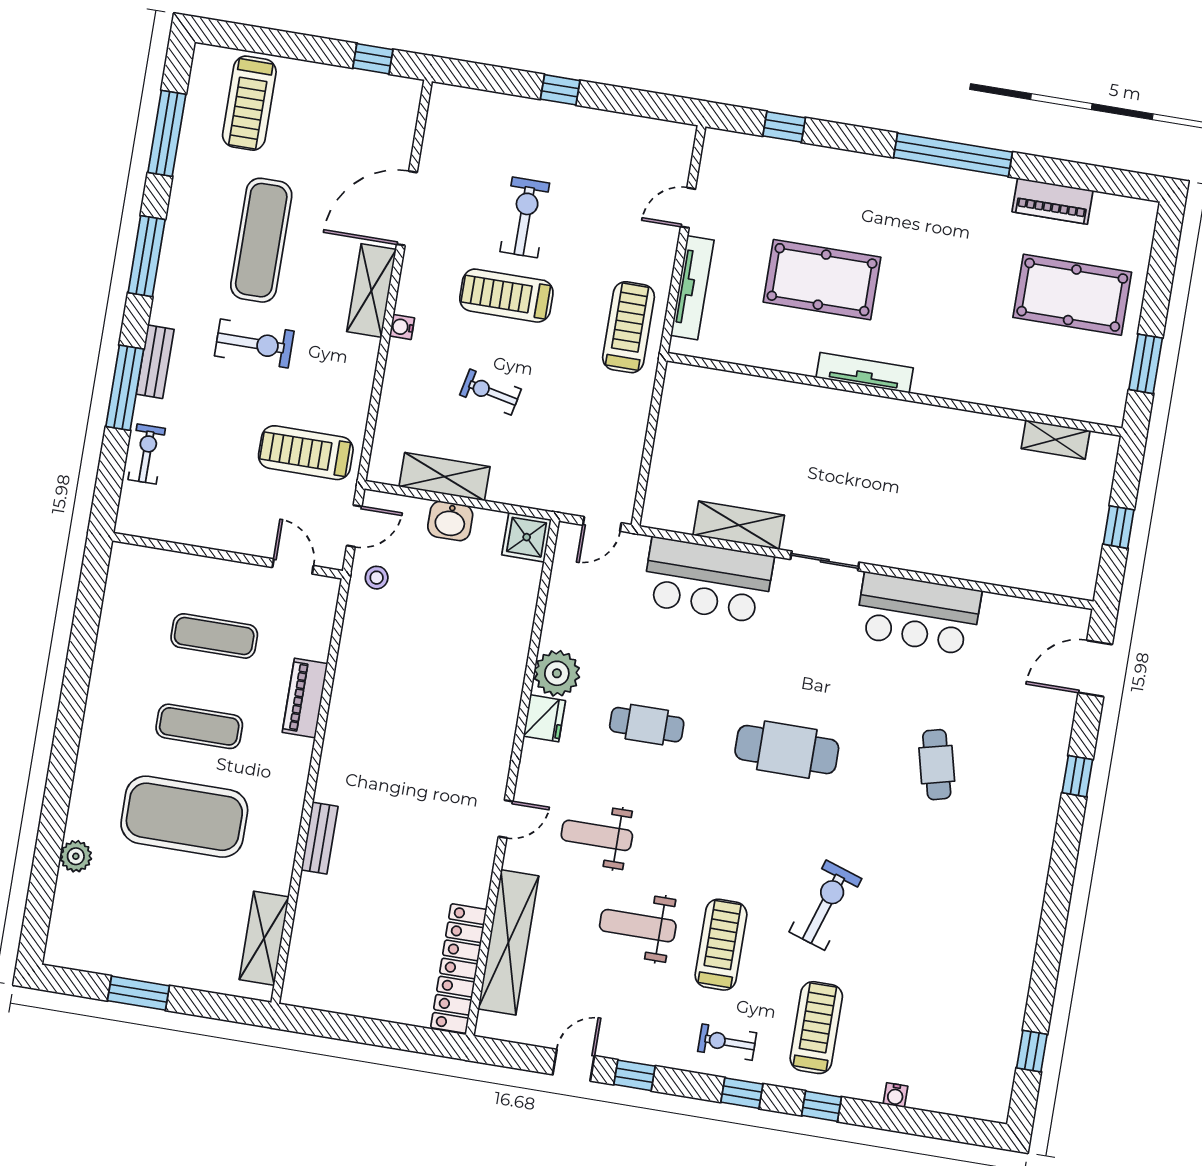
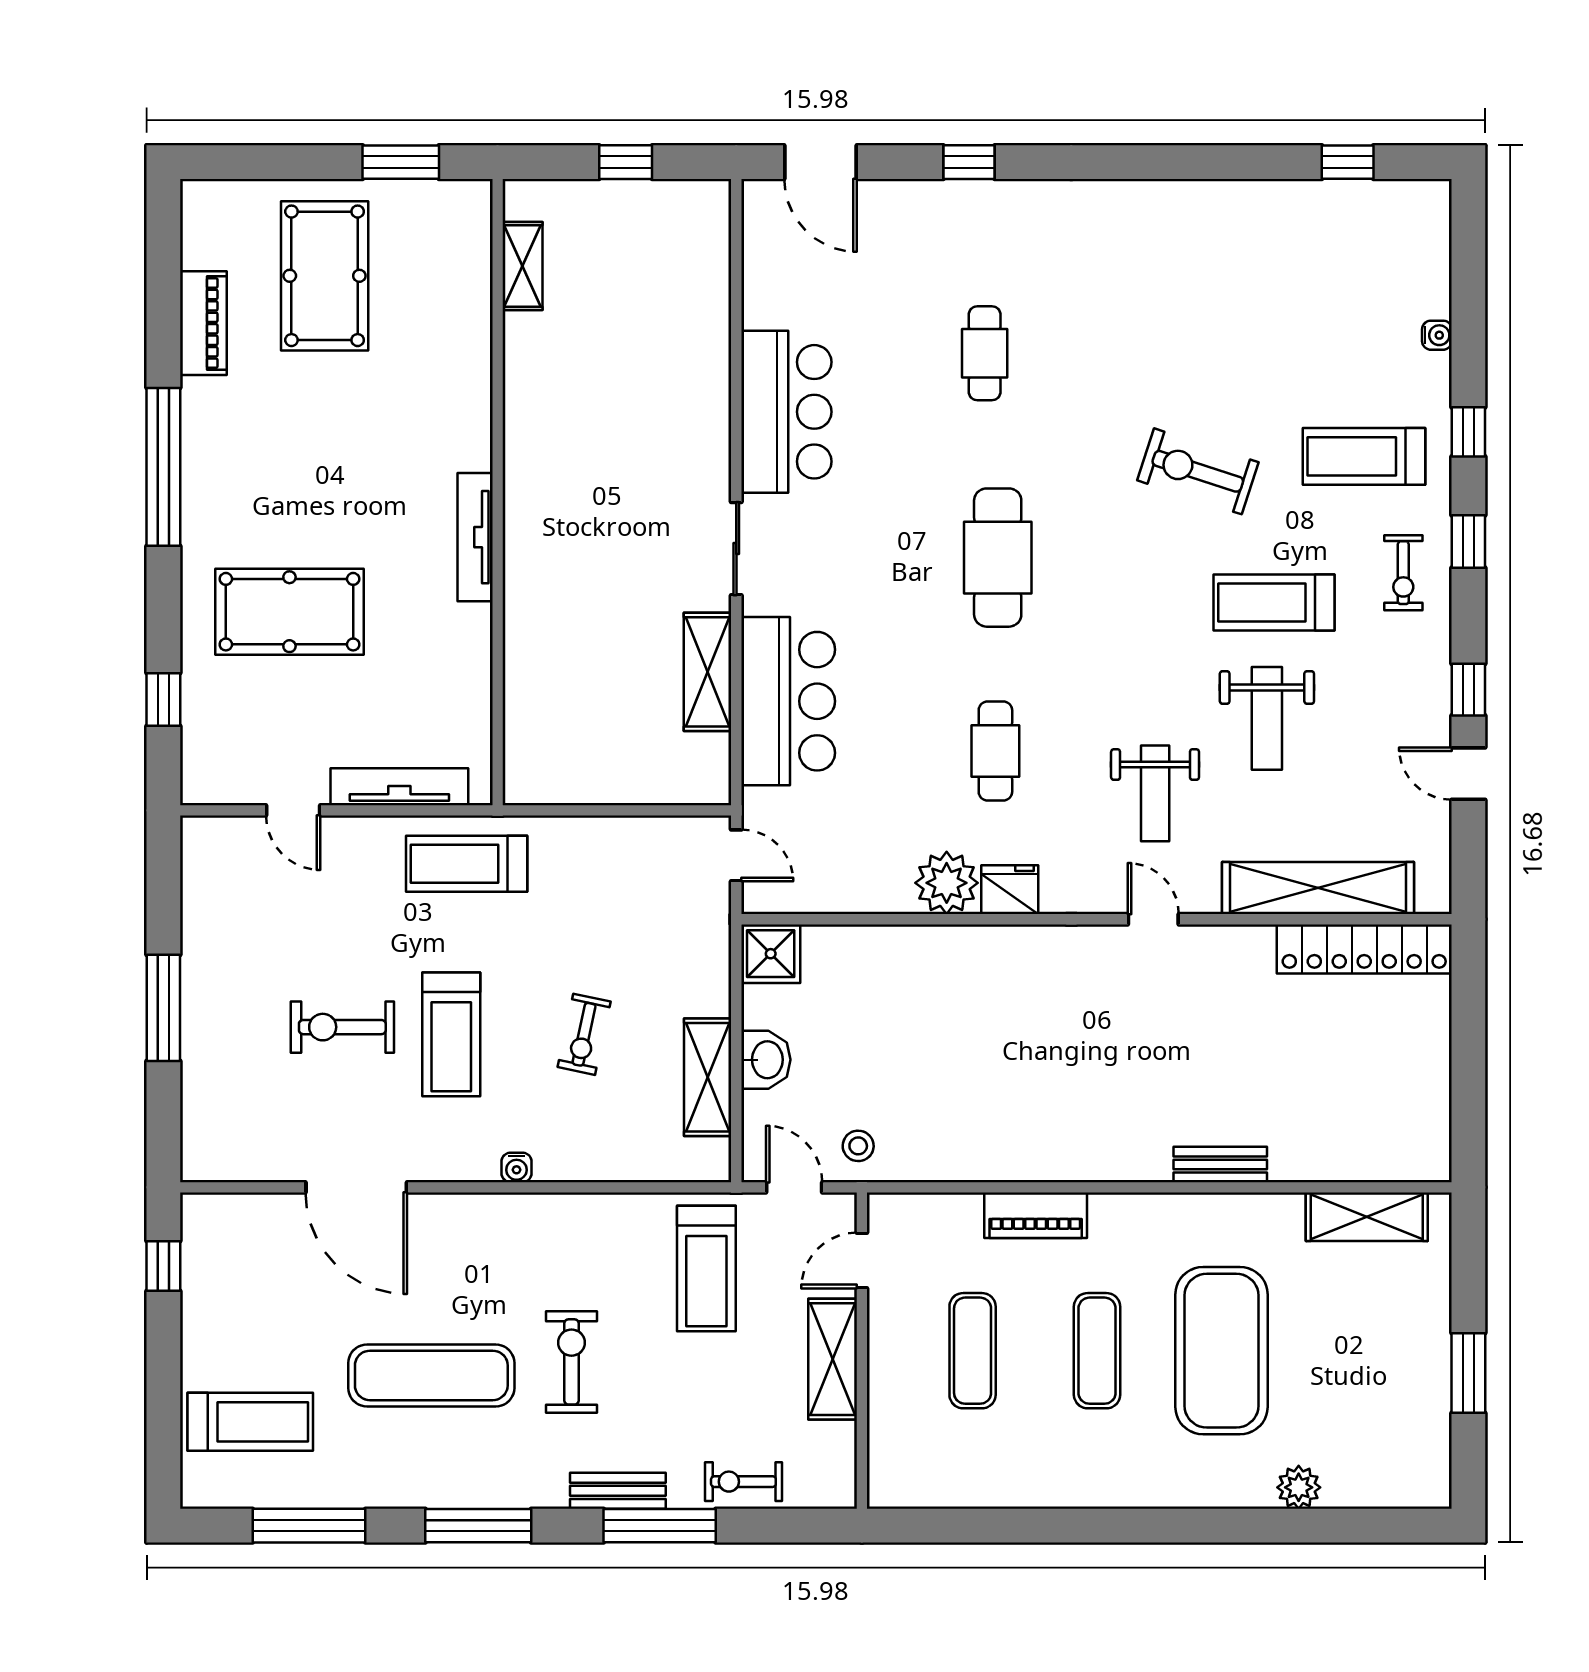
window: (560, 90) -> (163, 1008), width x2.17
pool table: (822, 280) -> (289, 612), moved, turned 90
shelving: (371, 290) -> (833, 1359), moved, turned 90
cafe table: (937, 765) -> (985, 353), turned -76

